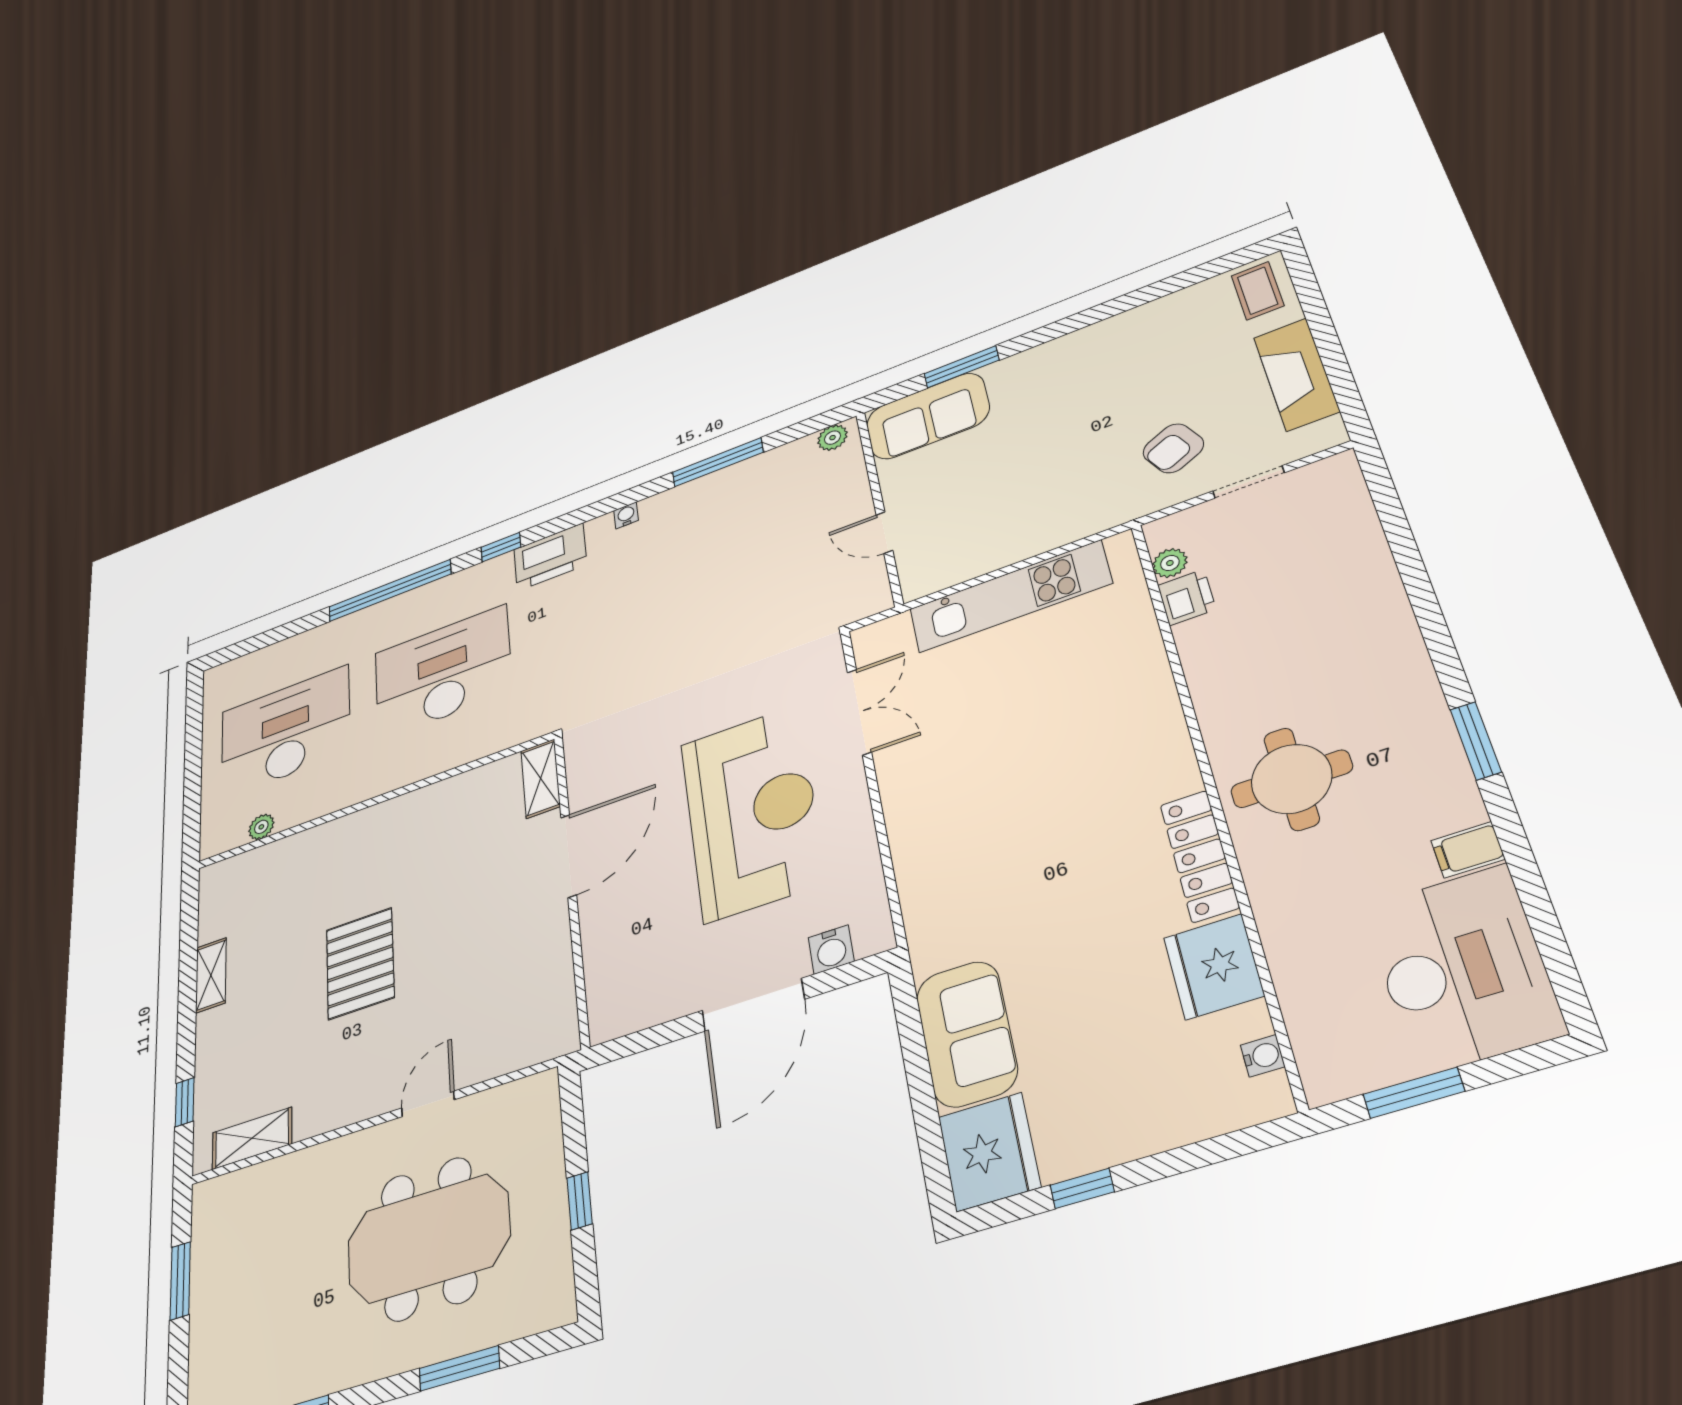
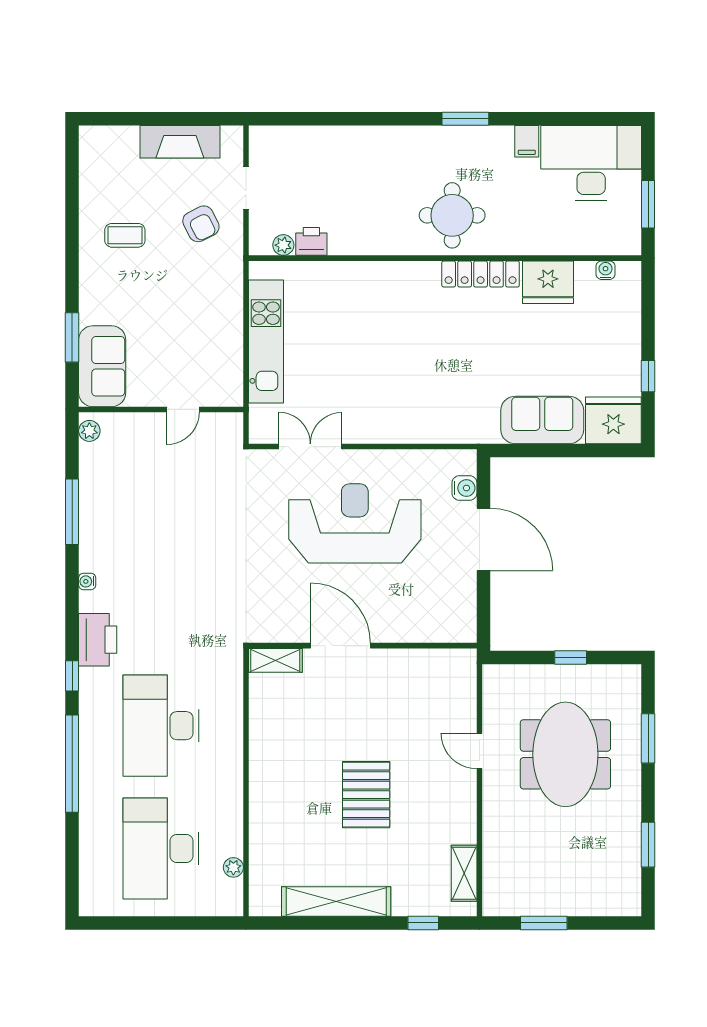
coffee table: (1258, 291) -> (125, 235), moved
pallet: (360, 963) -> (366, 795), turned 90
shelving: (211, 975) -> (336, 901), width x2.20, depth x1.33

